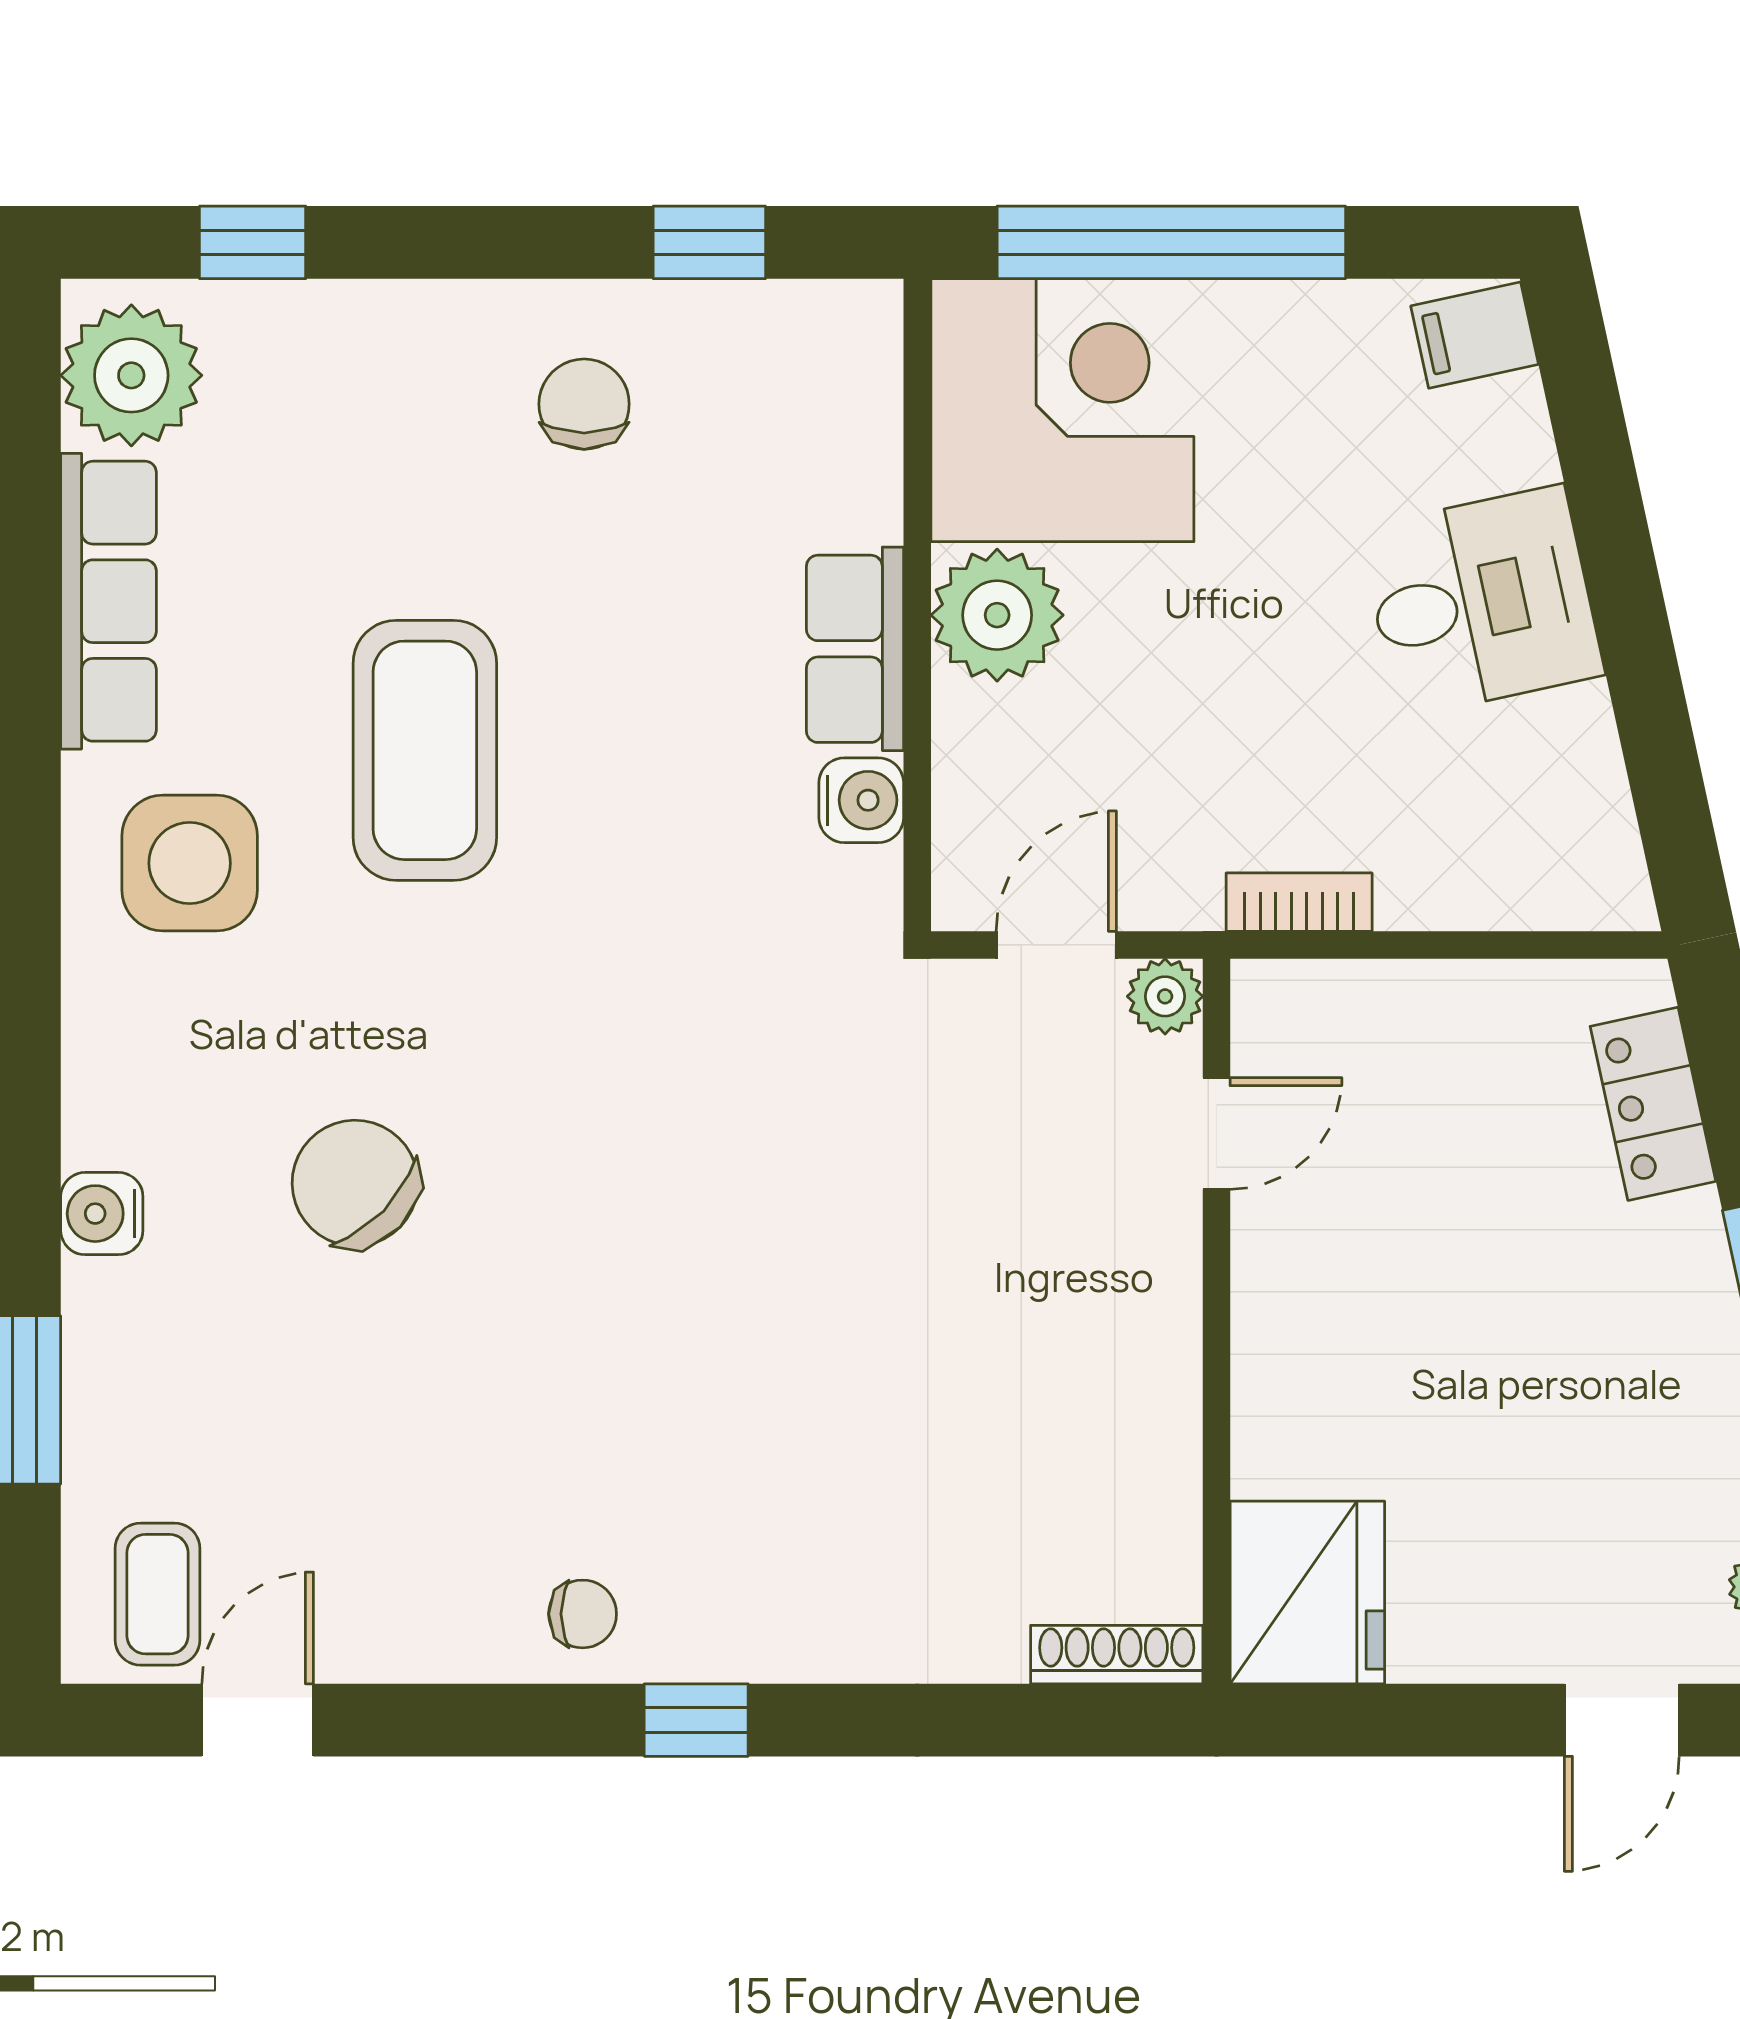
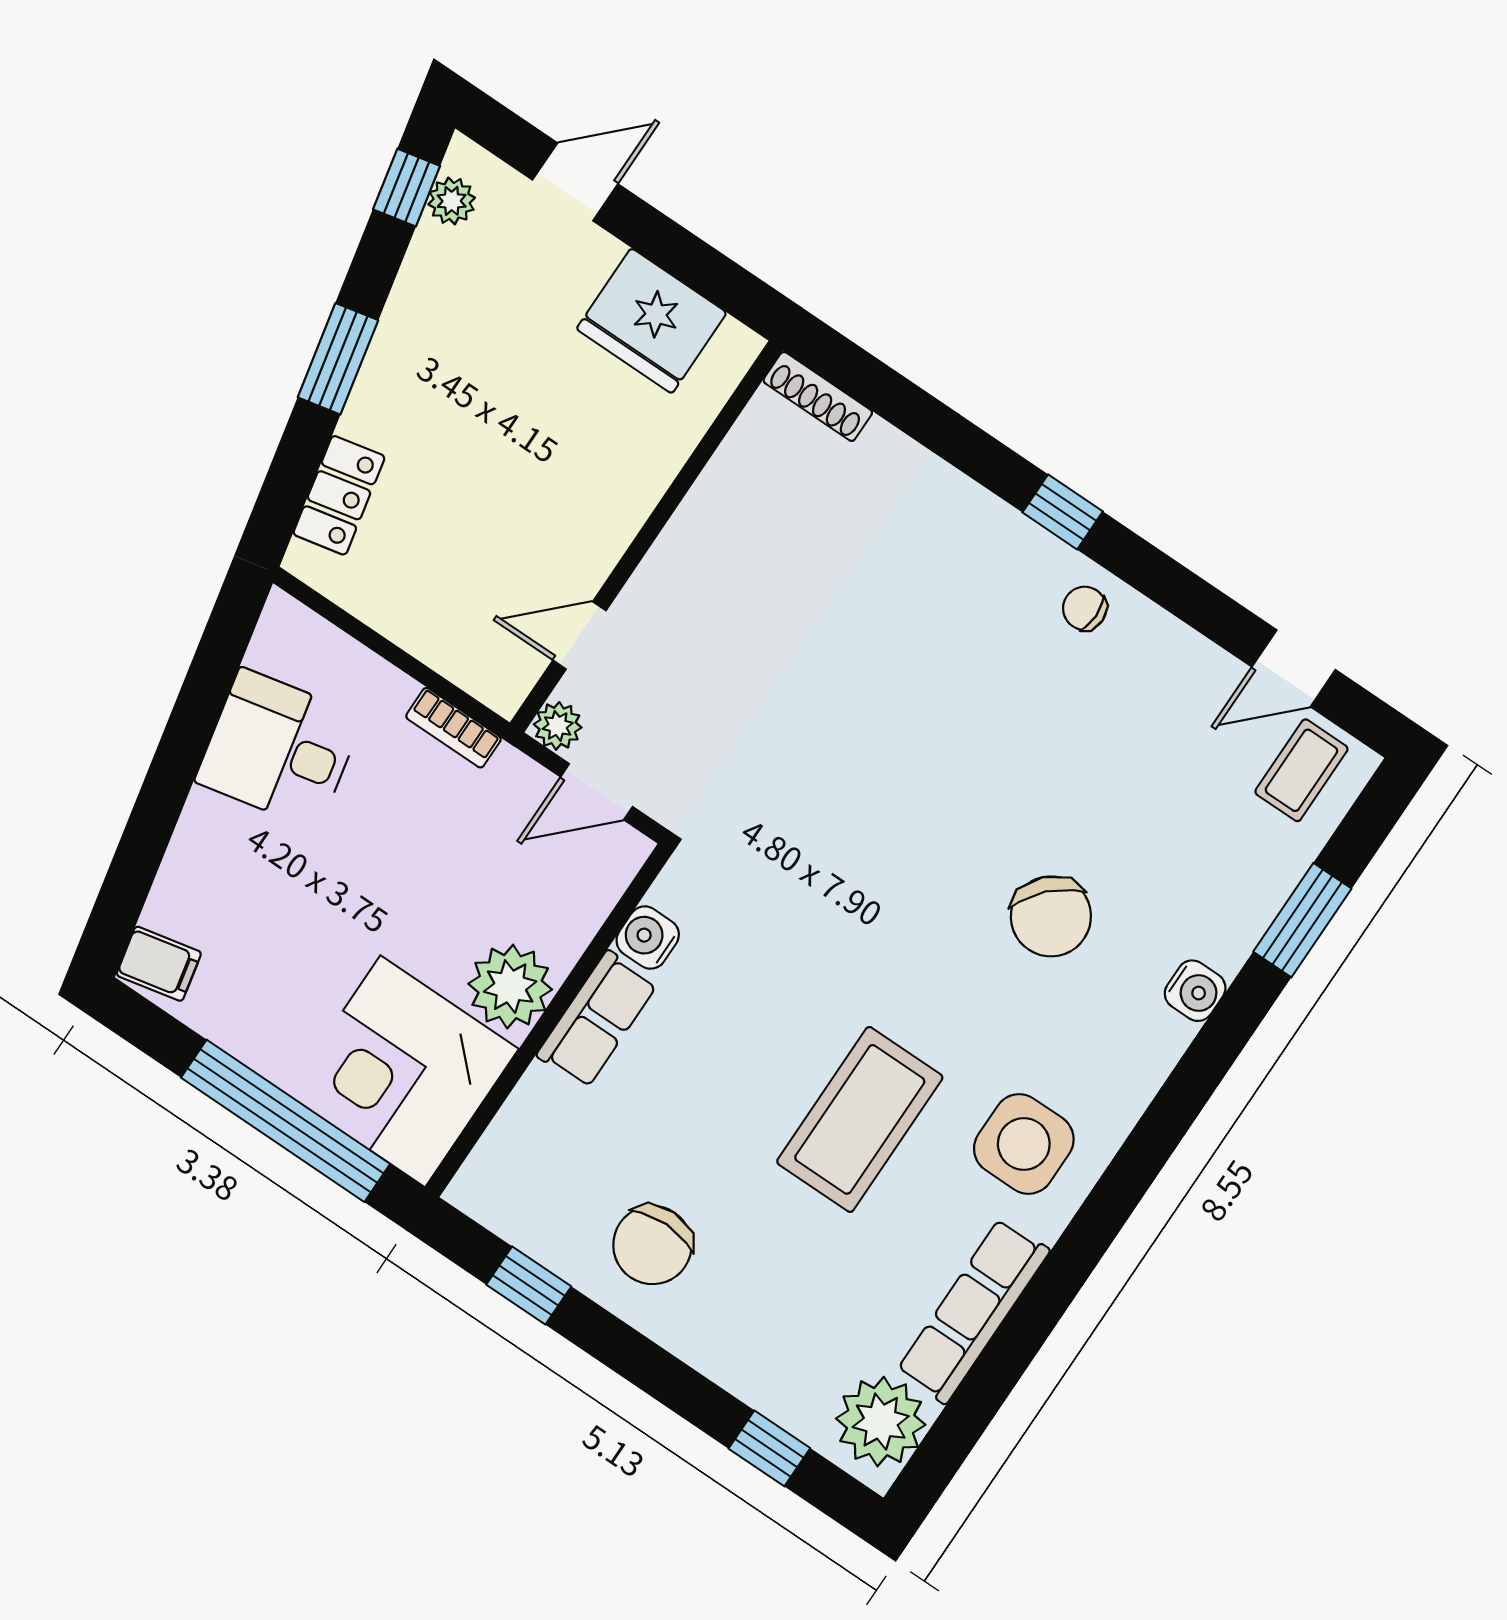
chair: (584, 404) -> (652, 1245), width x1.37, depth x1.37
desk: (1481, 601) -> (279, 749), moved
fridge: (1307, 1592) -> (652, 321), moved, turned -90

